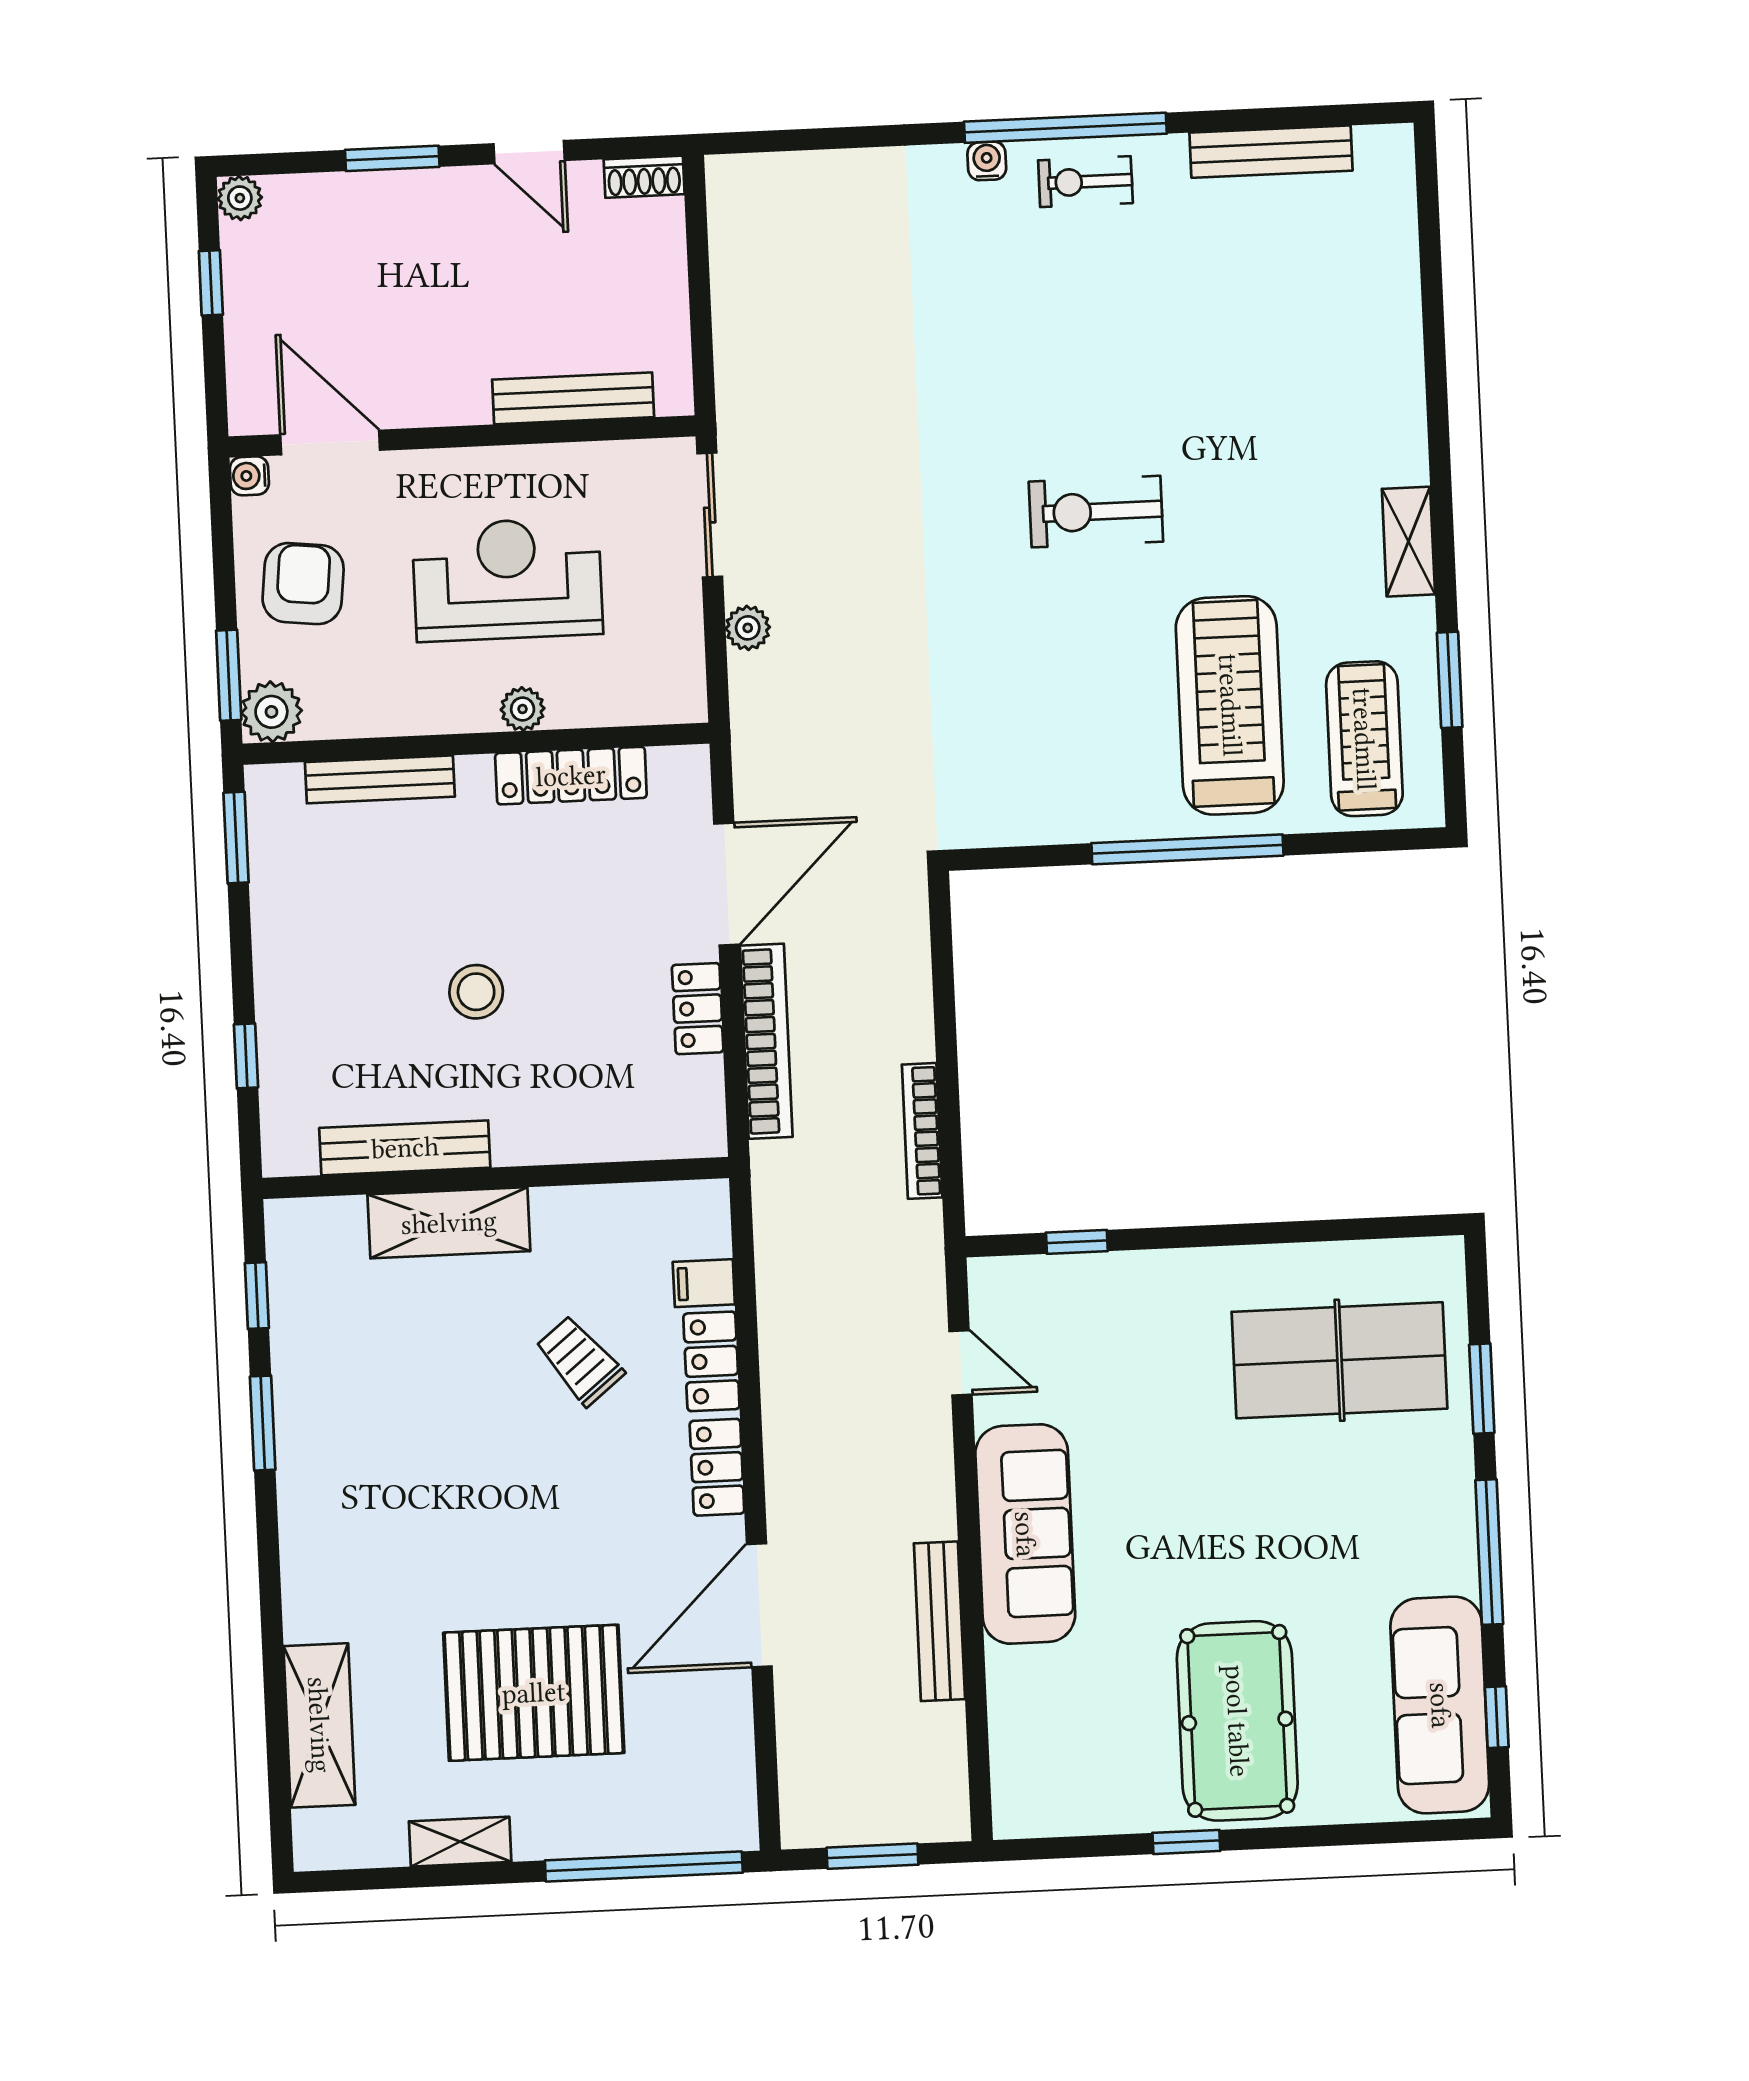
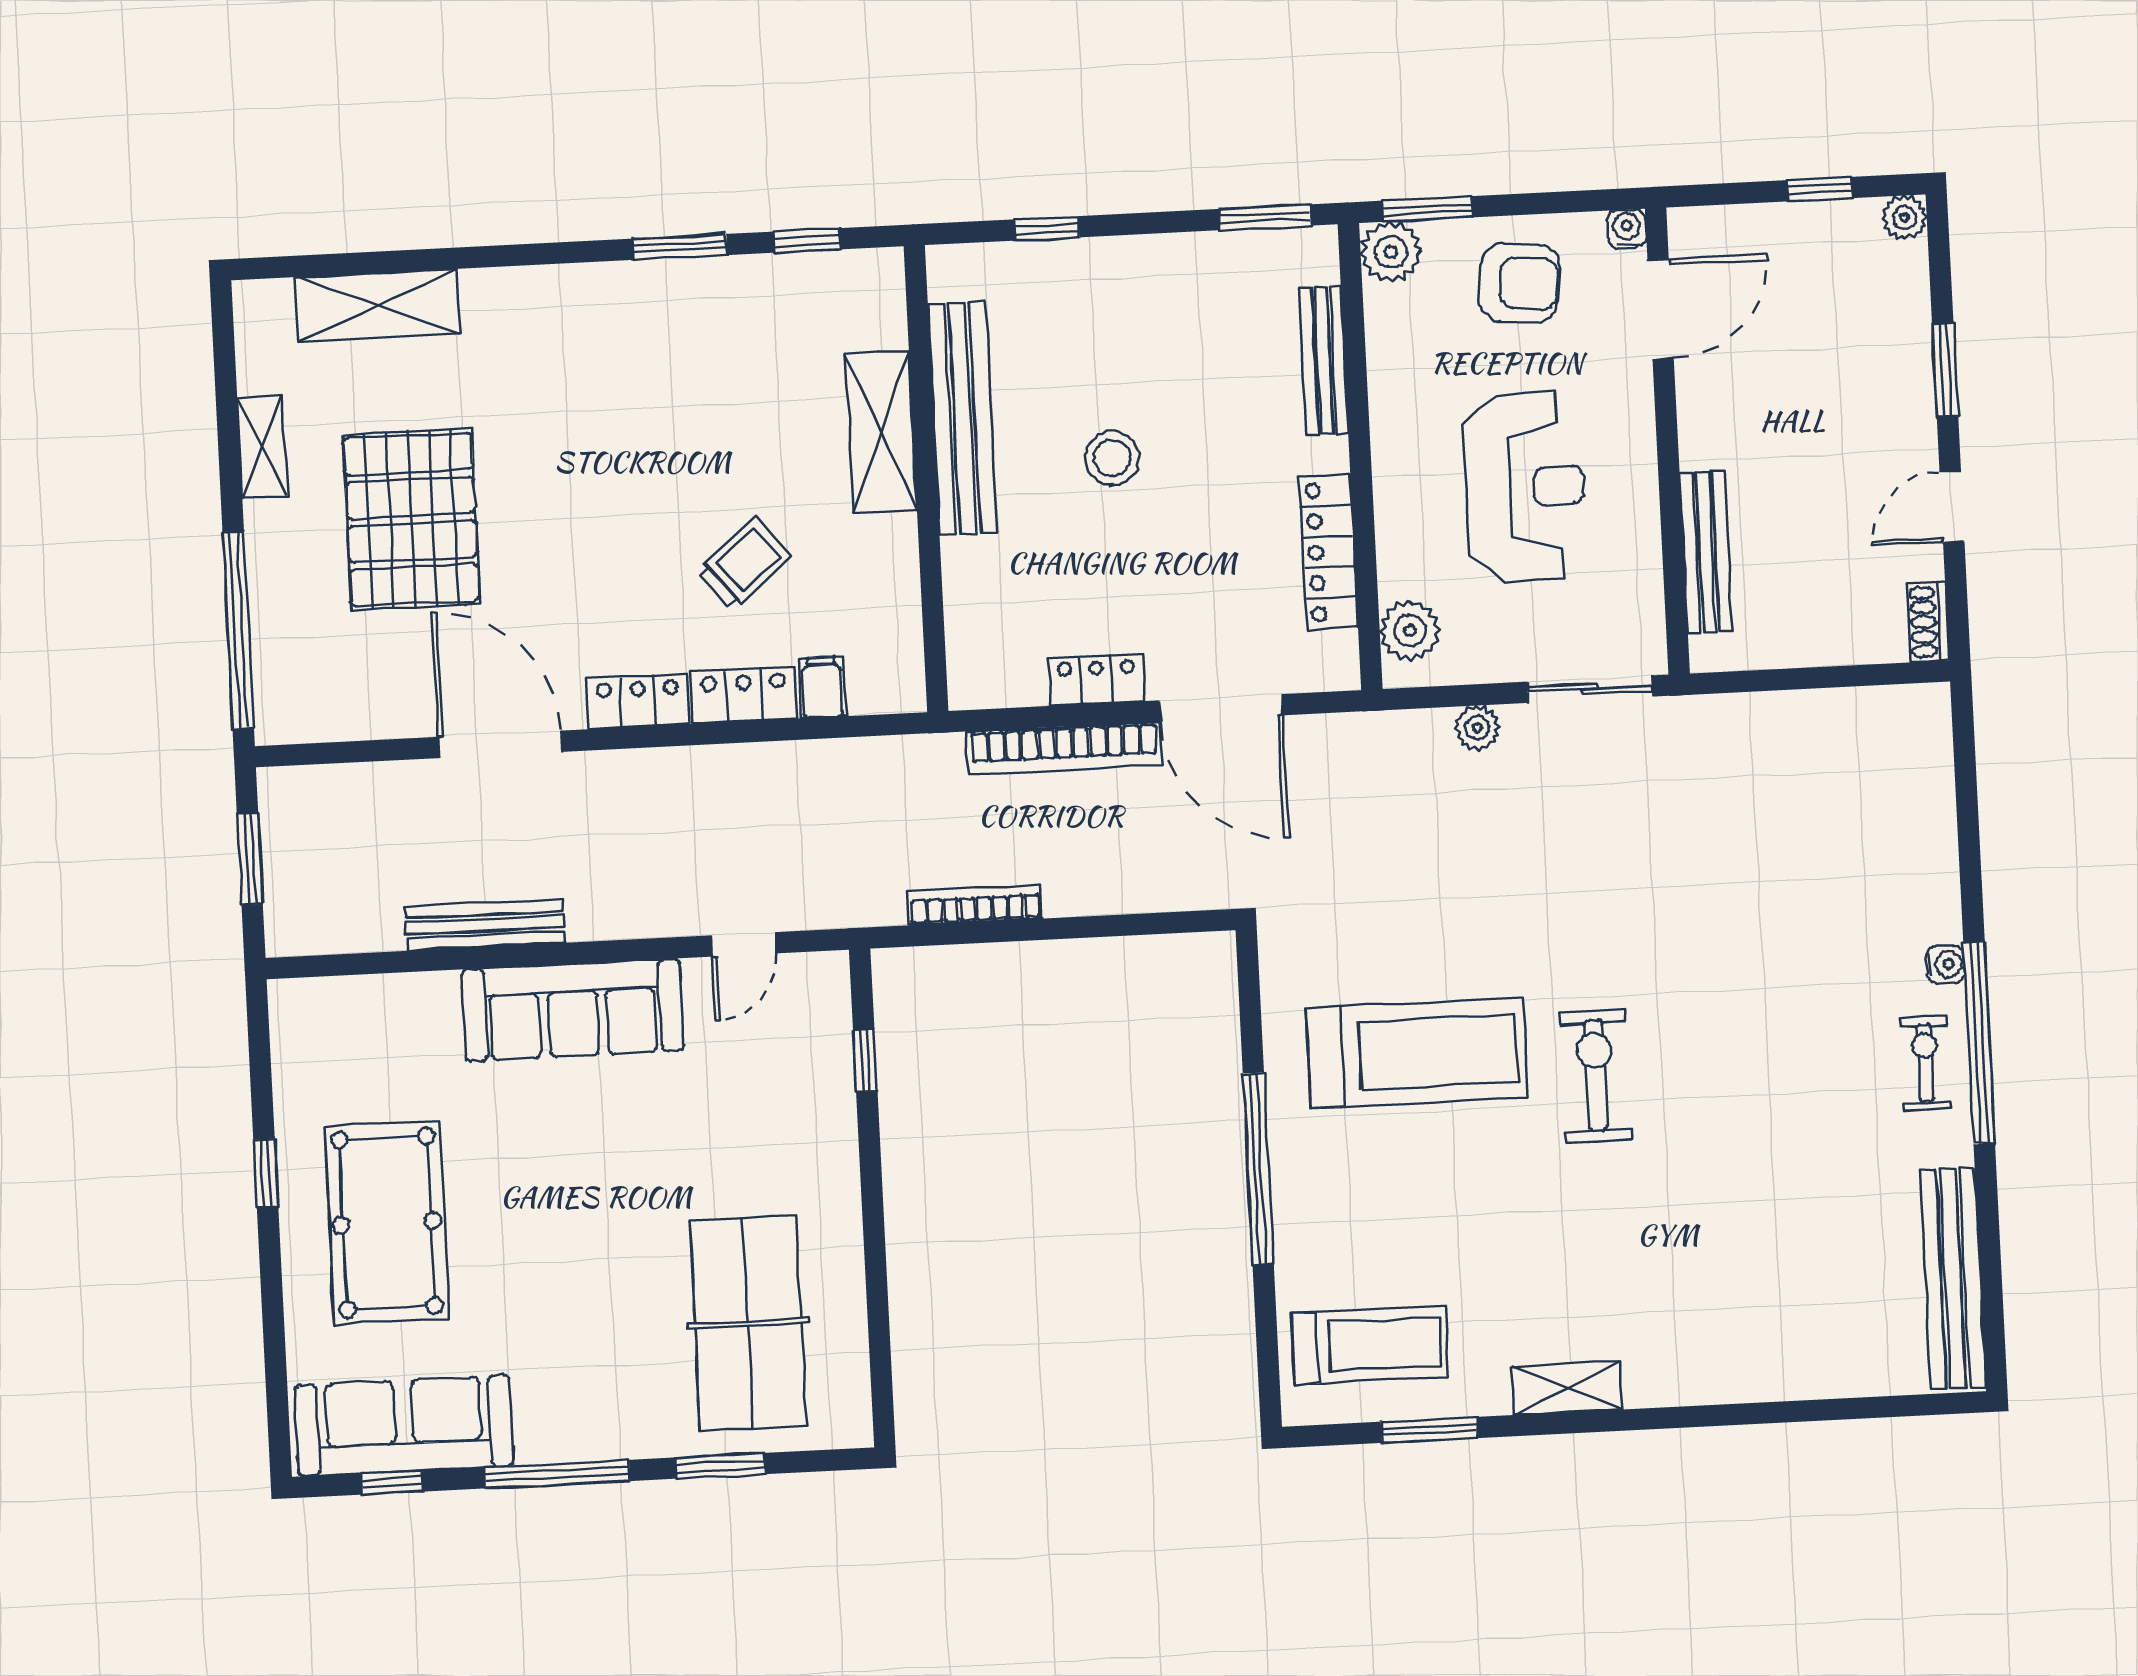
bench: (1271, 152) -> (1953, 1278), width x1.37, depth x1.21
treadmill: (1230, 705) -> (1417, 1053), moved
plant: (523, 709) -> (1410, 630), moved, width x1.38, depth x1.38
bench: (405, 1148) -> (962, 418), width x1.37, depth x1.21
pool table: (1237, 1721) -> (387, 1223), turned 90

